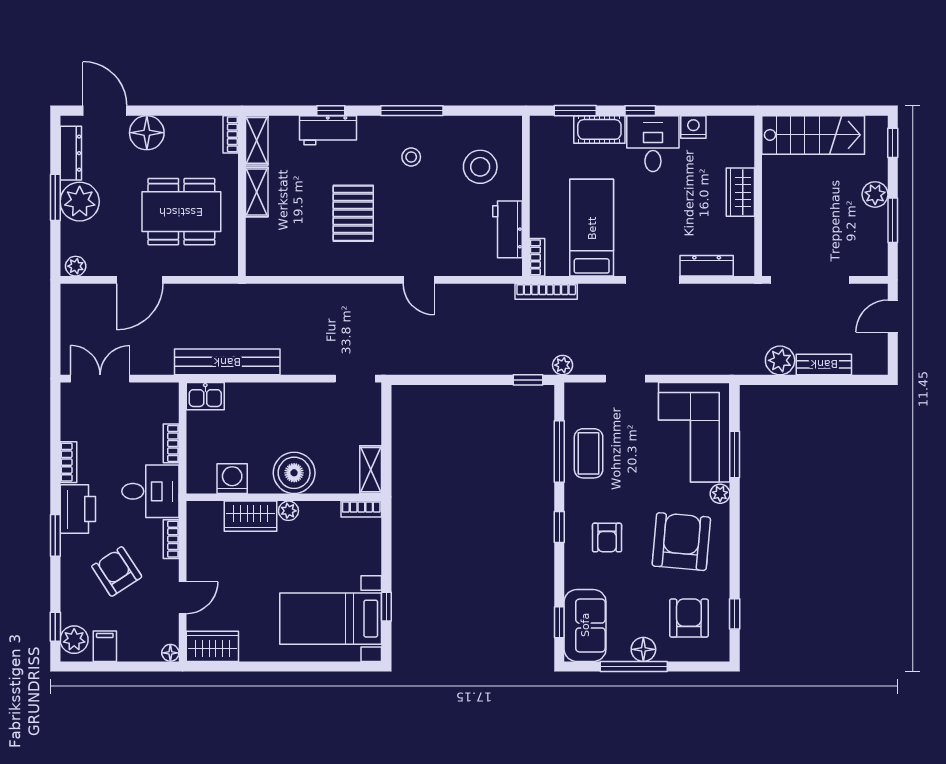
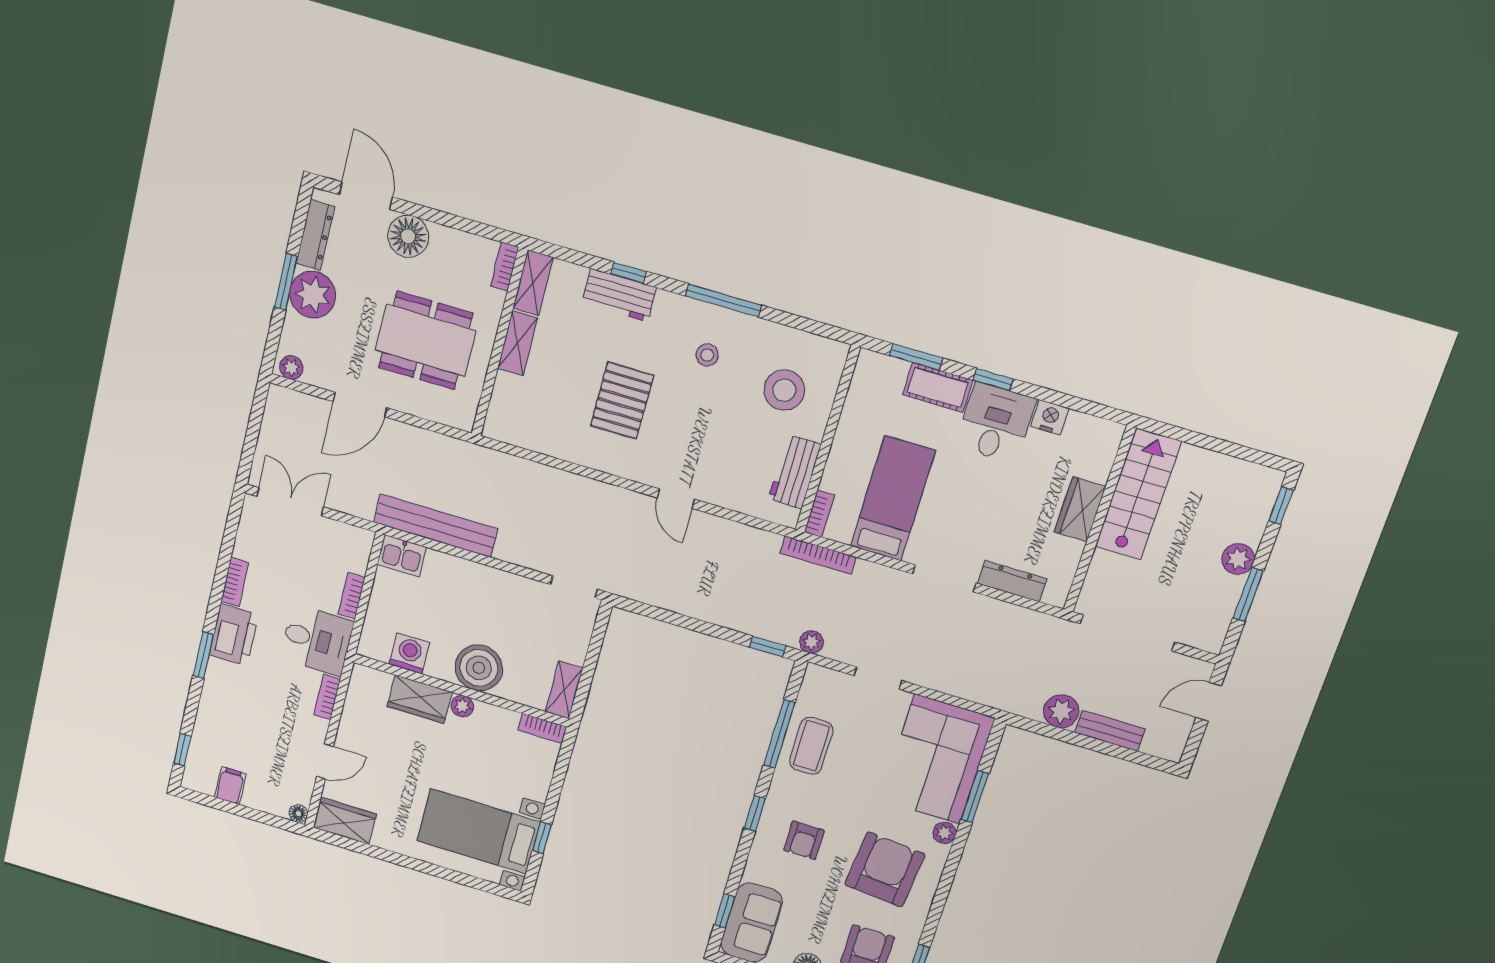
stairs: (813, 135) -> (1138, 494), moved, turned -90
armchair: (117, 571) -> (261, 713), removed
plant: (74, 640) -> (199, 769), removed

